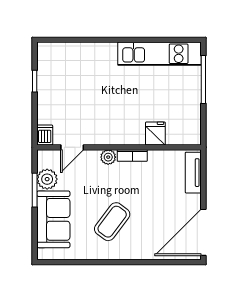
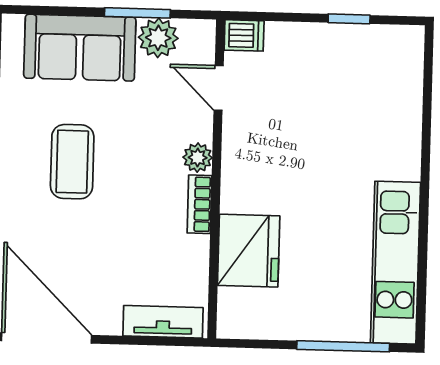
fridge: (155, 133) -> (249, 251), width x1.88, depth x1.34
coffee table: (112, 222) -> (72, 162), turned 53

